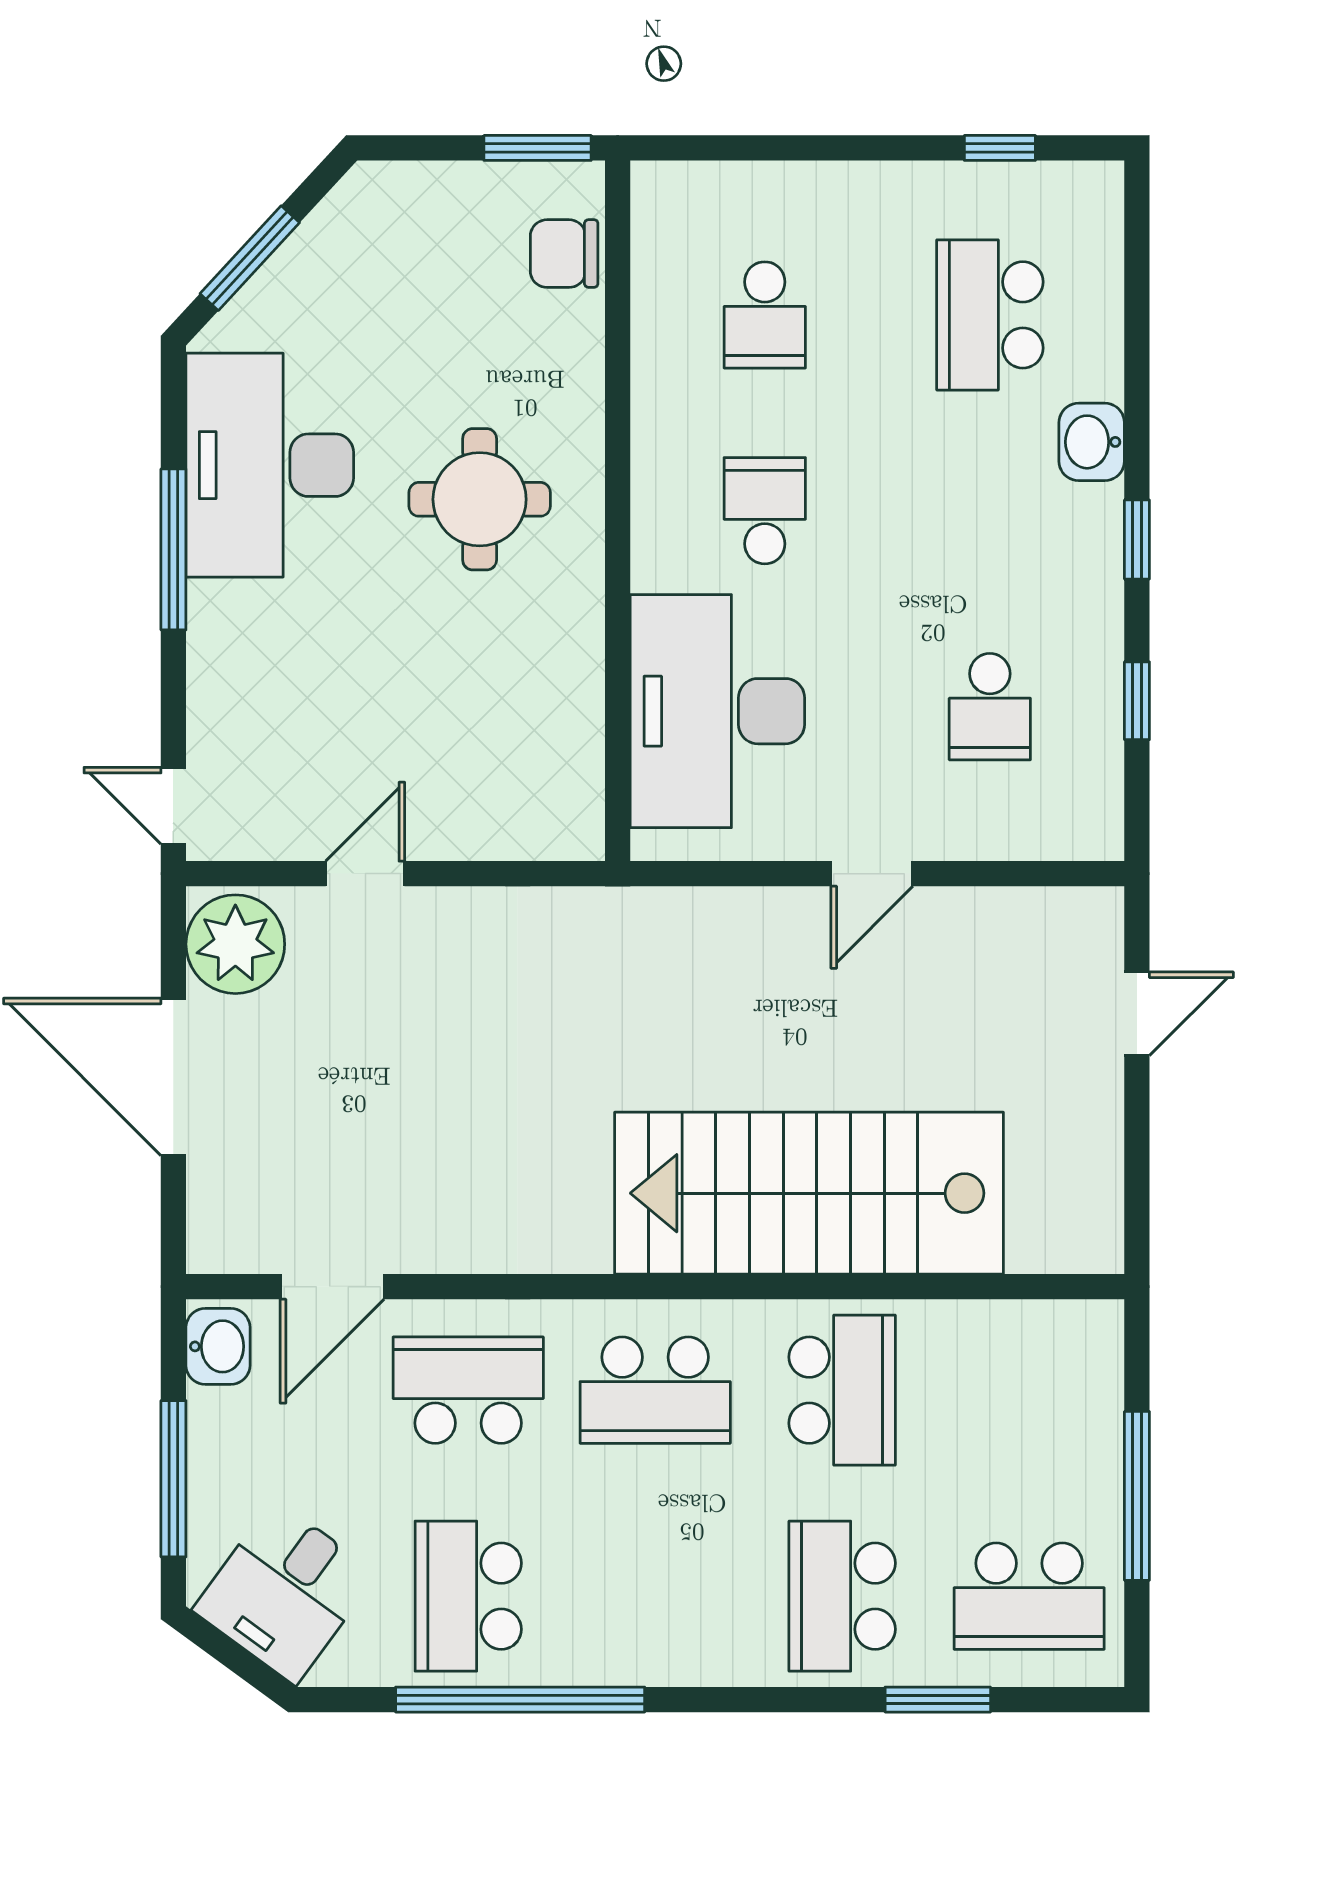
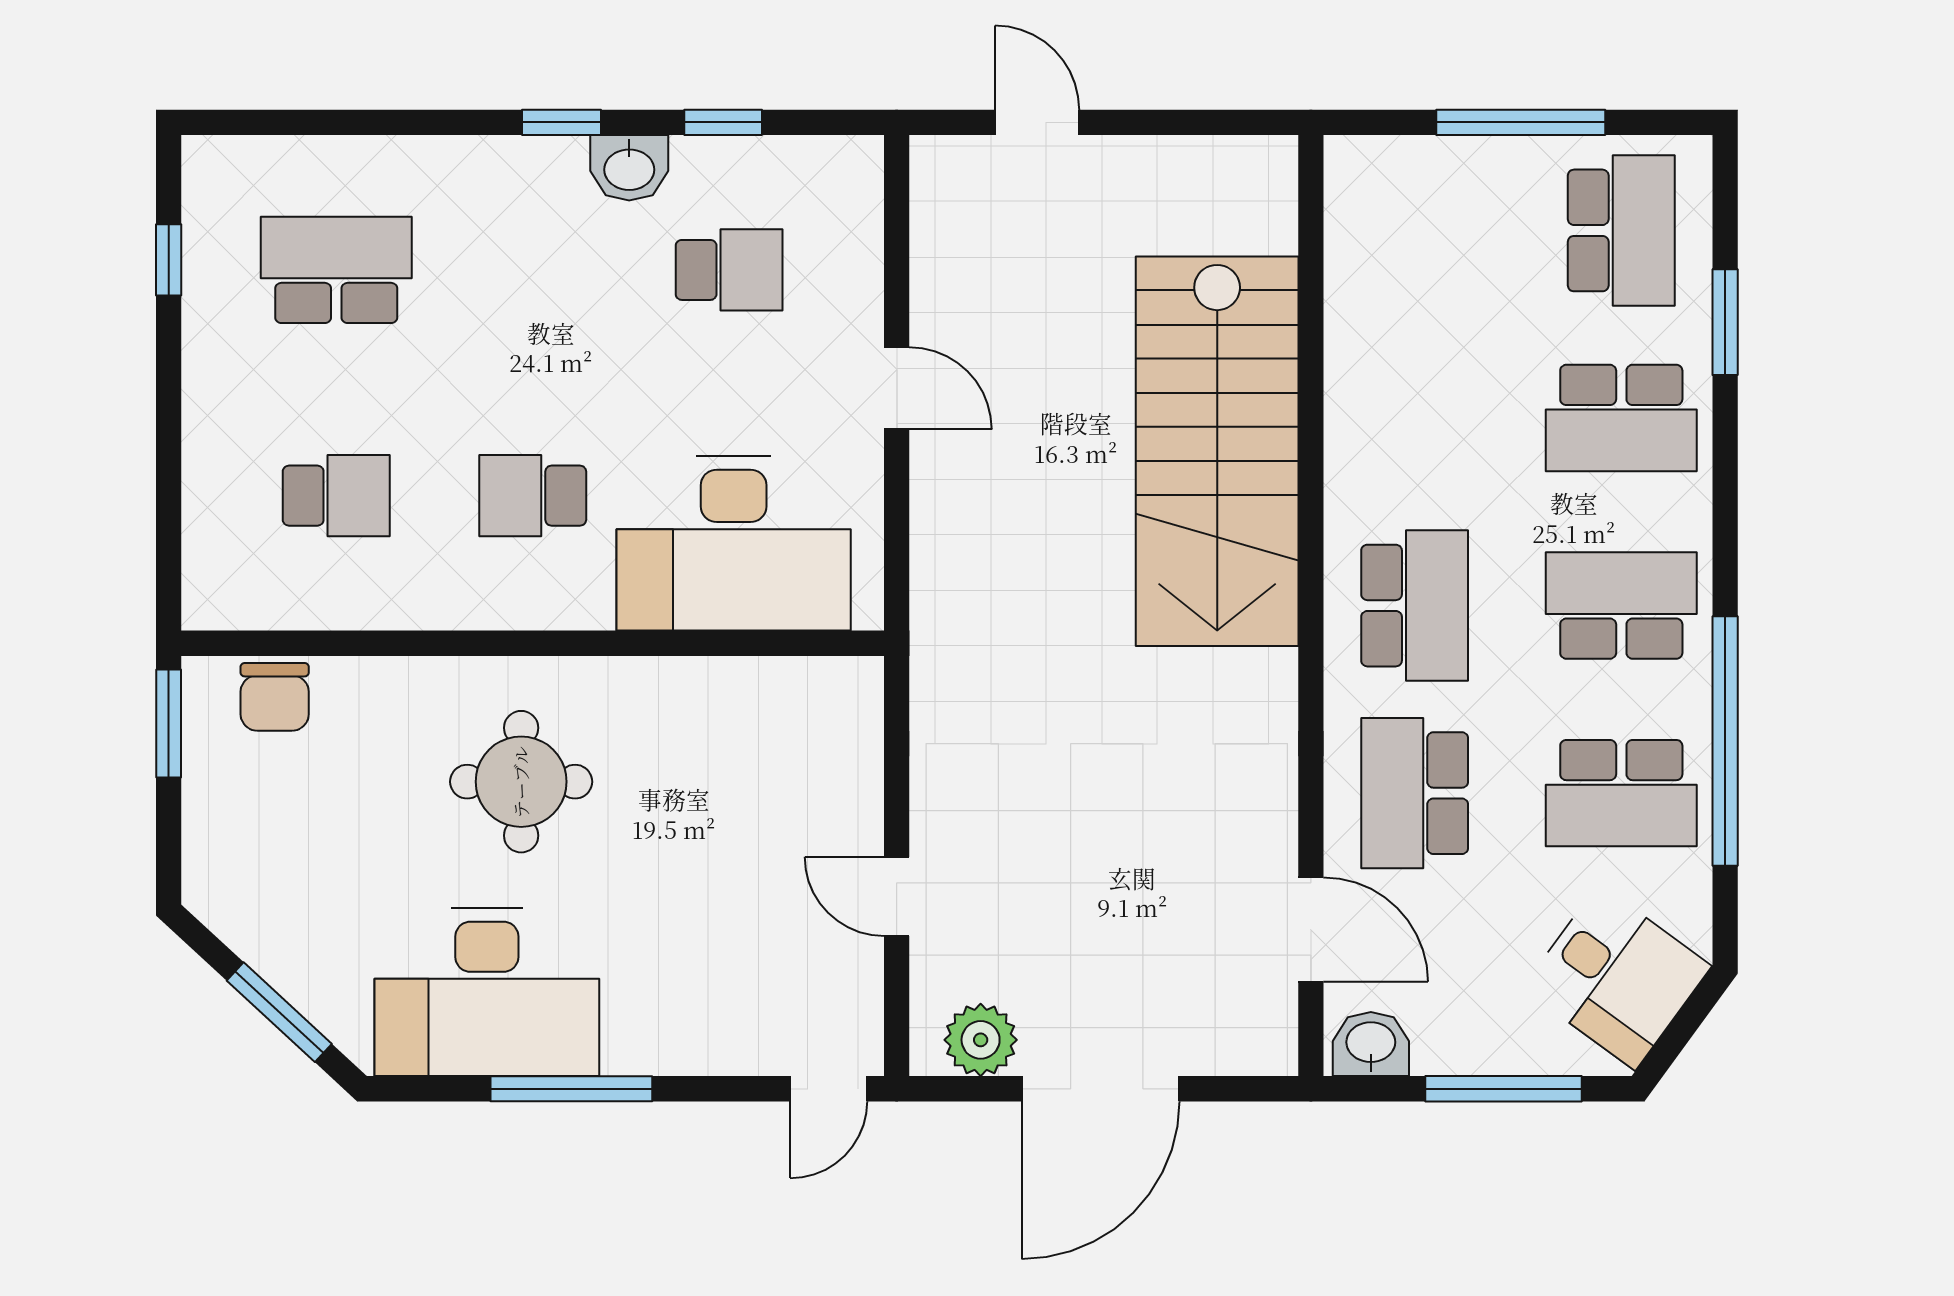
school desk: (990, 315) -> (336, 270), turned 180
washbasin: (1092, 442) -> (629, 168), moved
plant: (235, 944) -> (981, 1040), width x0.73, depth x0.73
school desk: (842, 1390) -> (1621, 606), moved

